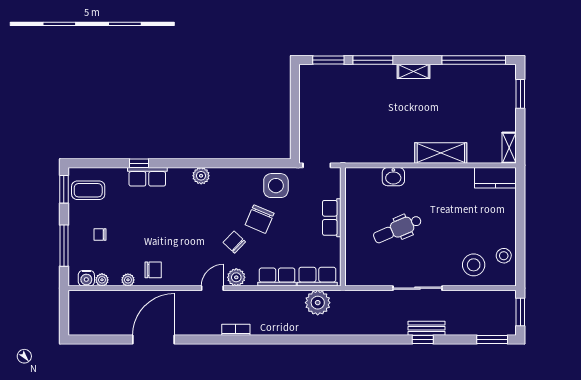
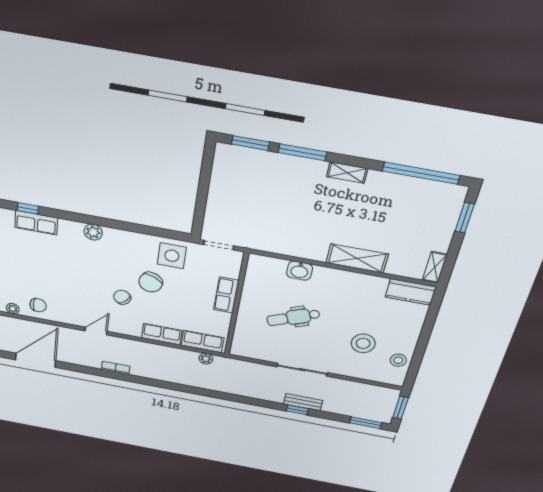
stool: (474, 265) -> (363, 343), moved
plant: (236, 277) -> (121, 327), removed
plant: (318, 303) -> (206, 359), width x0.53, depth x0.53

